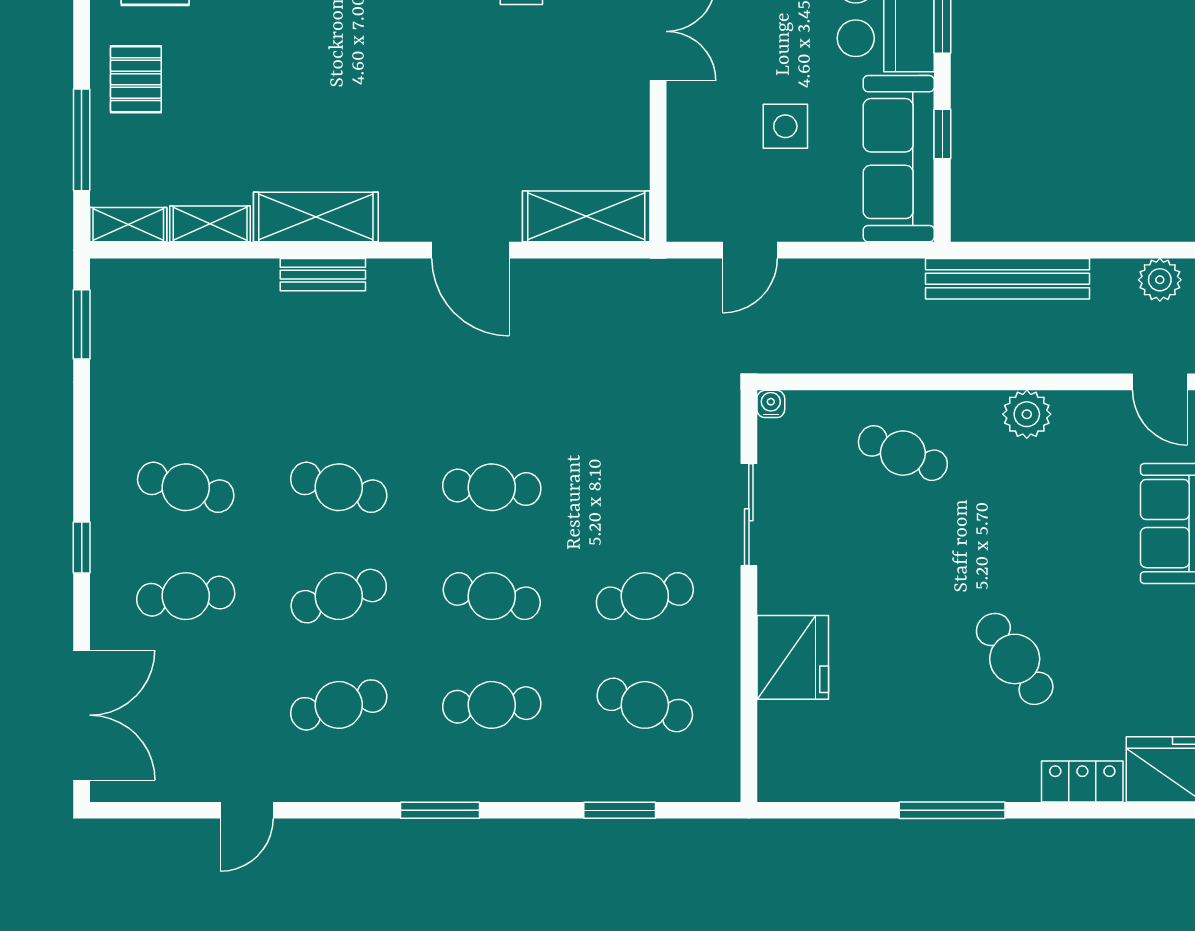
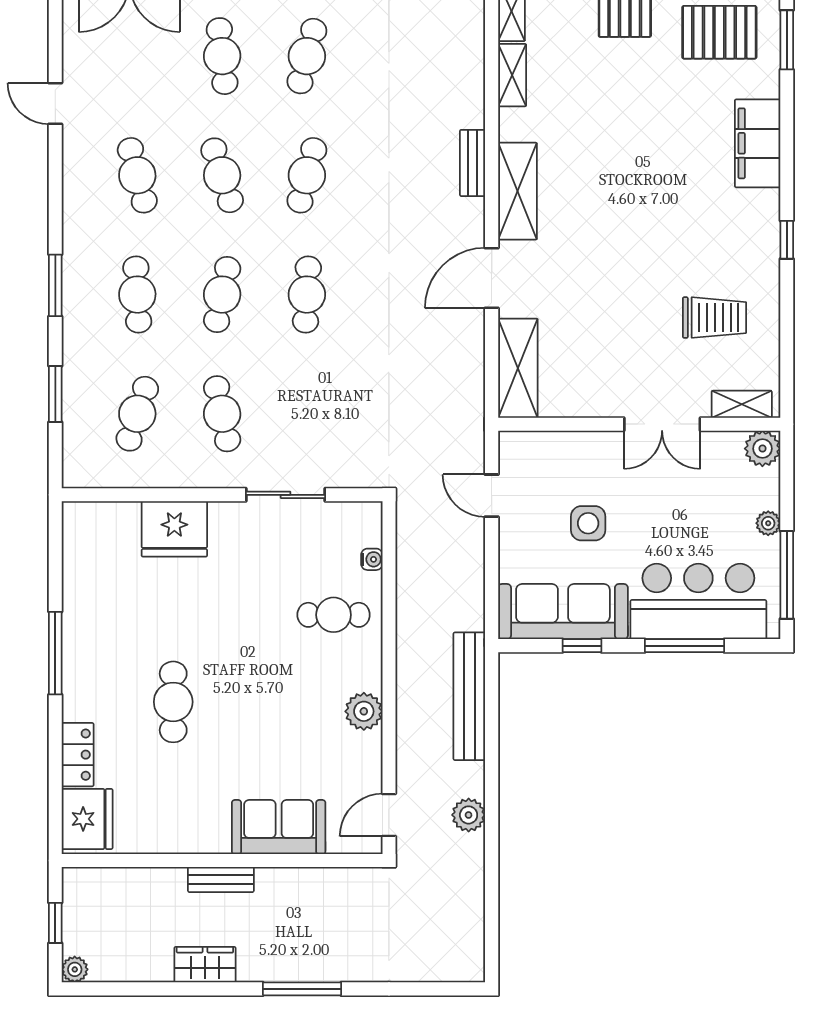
shelving: (316, 217) -> (517, 191), moved
water cooler: (771, 404) -> (372, 559), moved
cafe table: (903, 453) -> (334, 615), turned 68
cafe table: (1015, 659) -> (173, 702), turned -54
window: (440, 810) -> (55, 285), moved

